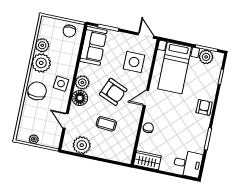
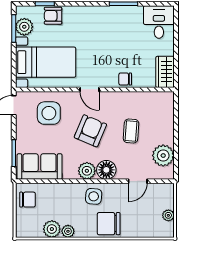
plant: (41, 63) -> (68, 231), width x0.53, depth x0.53
armchair: (204, 107) -> (53, 16), moved

